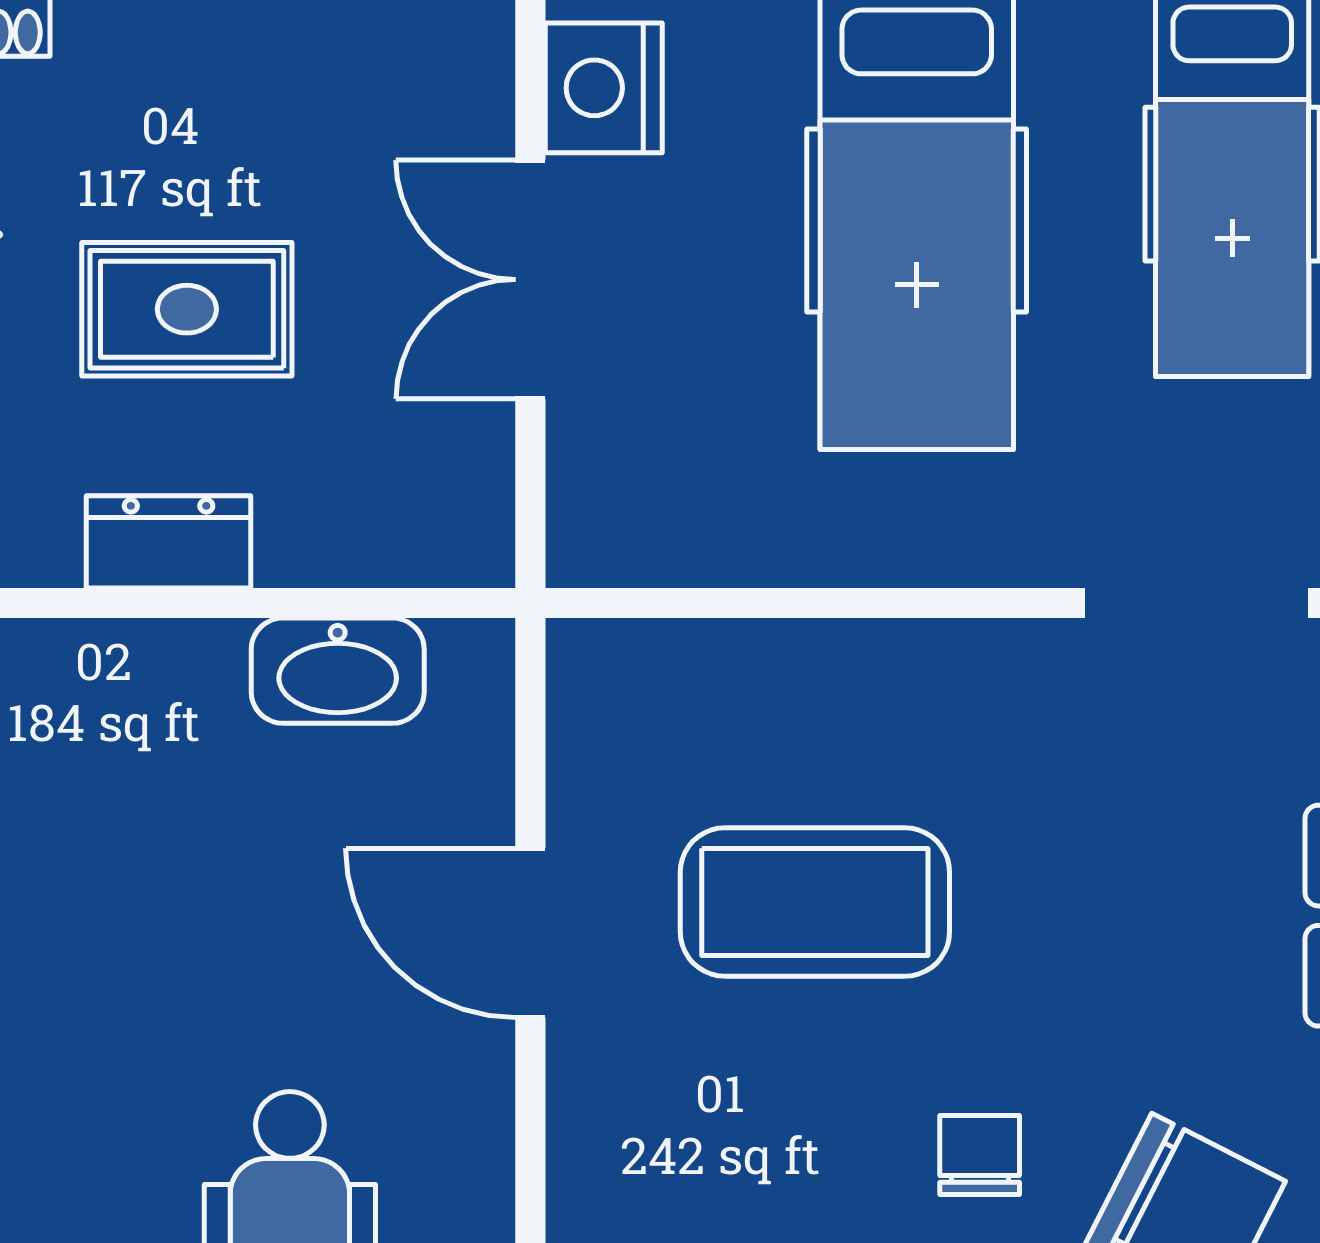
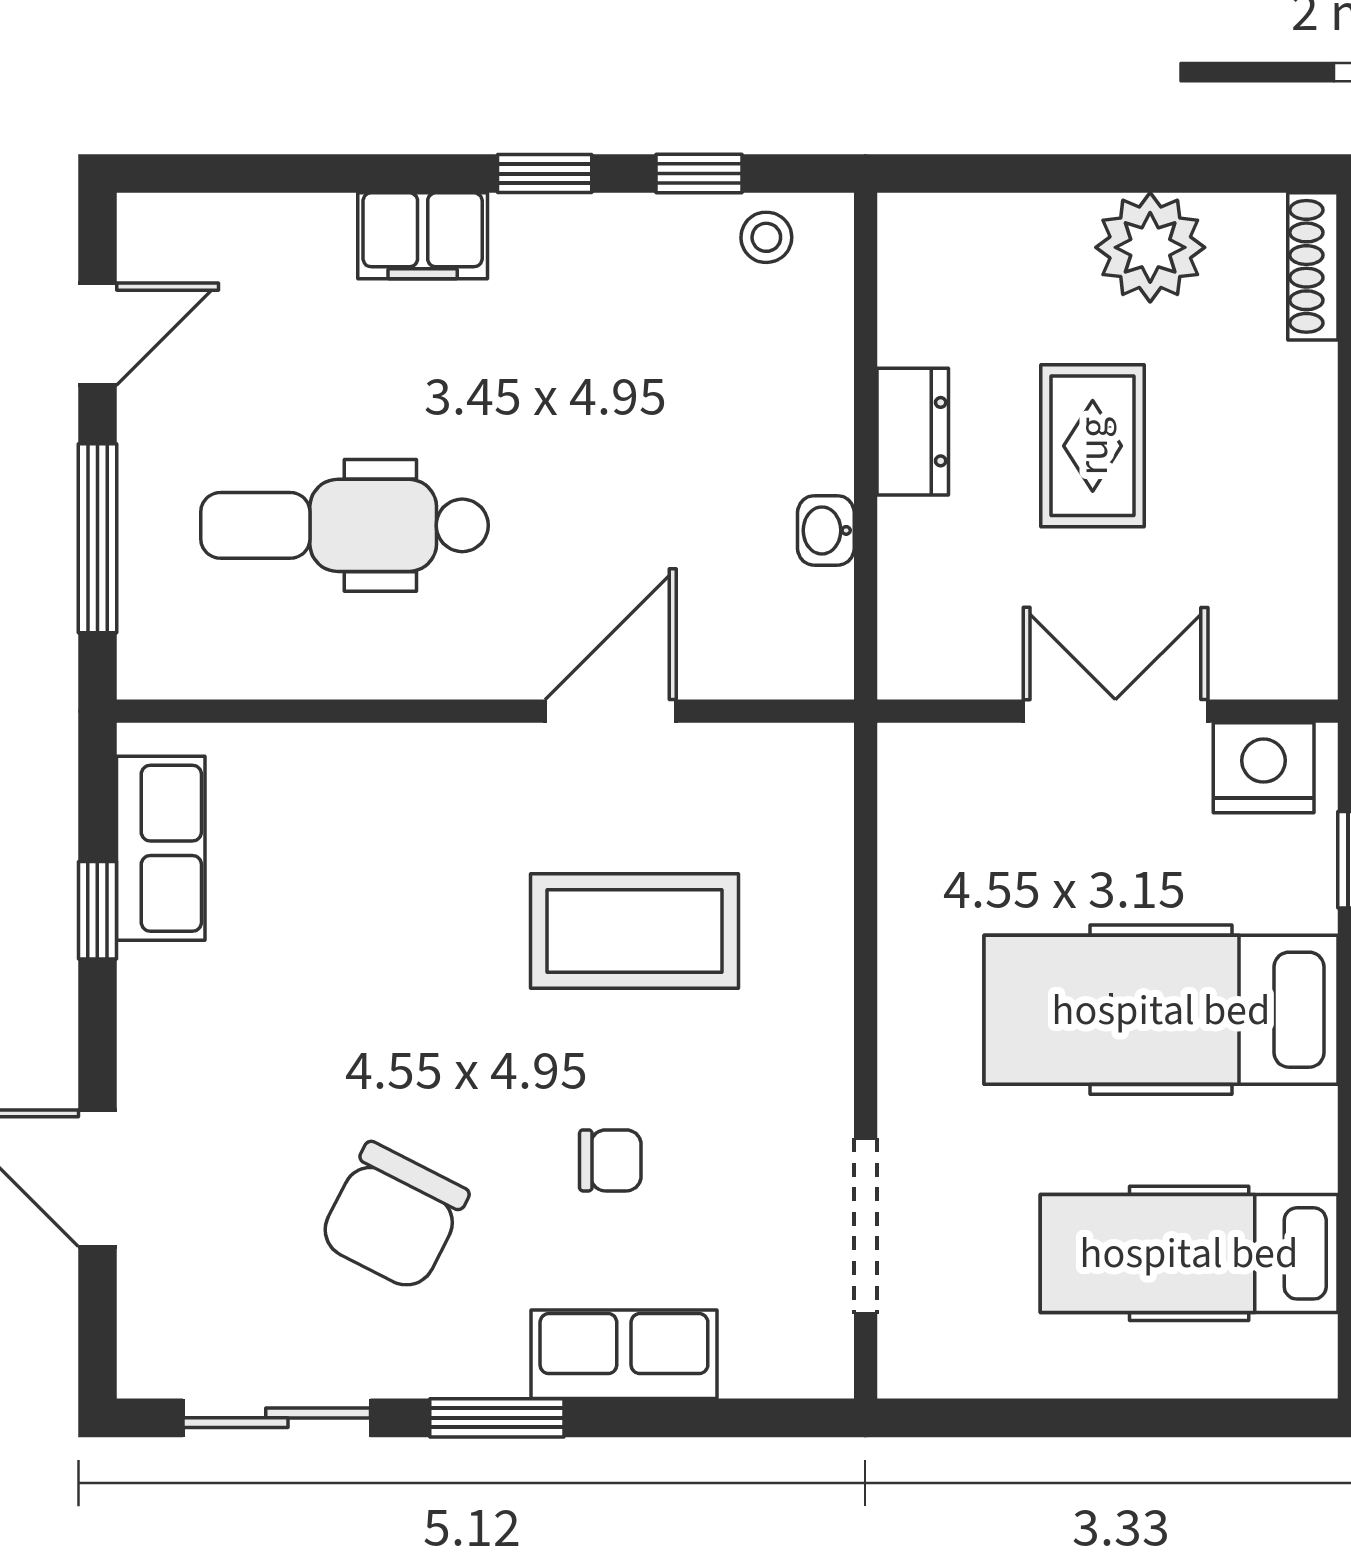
washbasin: (338, 671) -> (826, 530), width x0.52, depth x0.69
coffee table: (815, 902) -> (635, 931), turned 90
chair: (980, 1155) -> (610, 1160), moved

